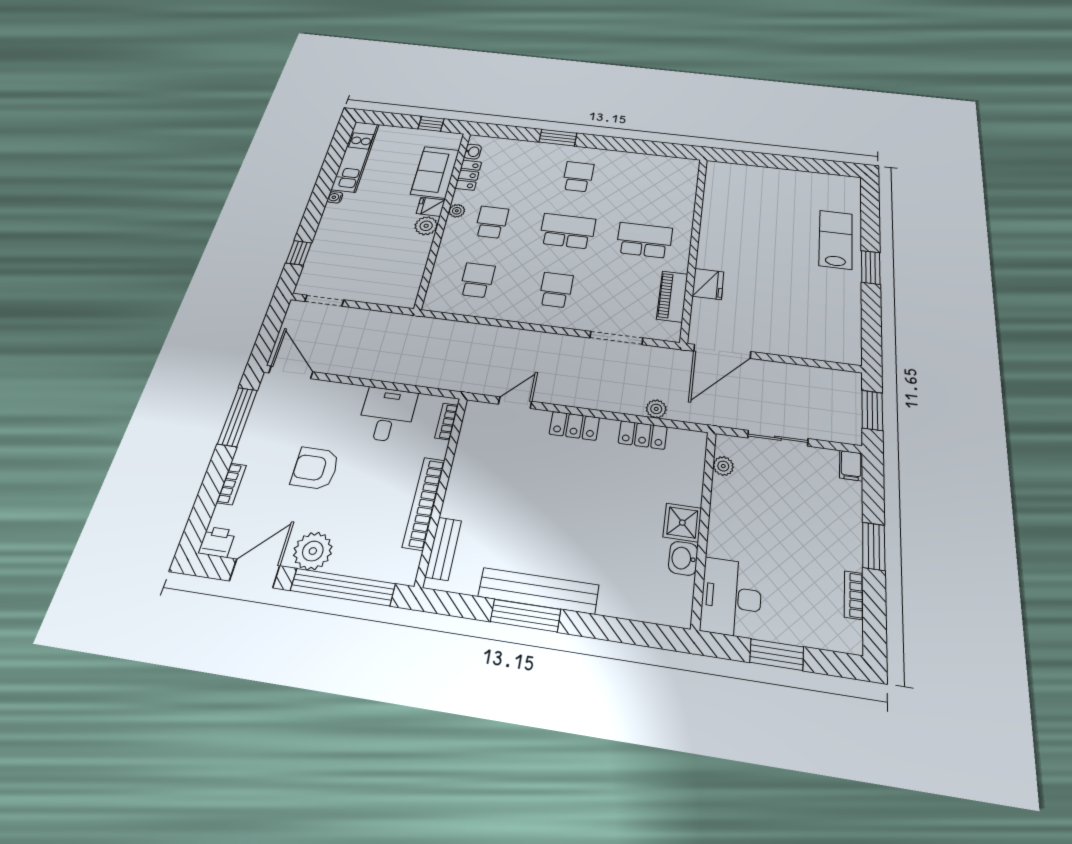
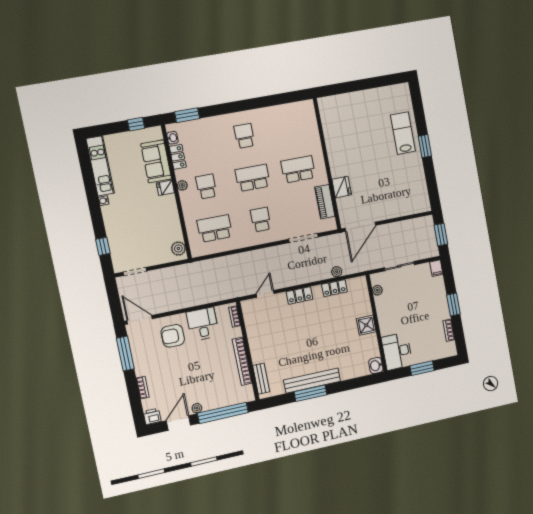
window: (558, 138) -> (187, 115), moved
plant: (426, 226) -> (178, 249), moved
school desk: (477, 280) -> (215, 228), width x1.85
armchair: (315, 468) -> (173, 336), moved
plant: (313, 551) -> (197, 408), width x0.53, depth x0.53
washbasin: (683, 558) -> (376, 366), moved

